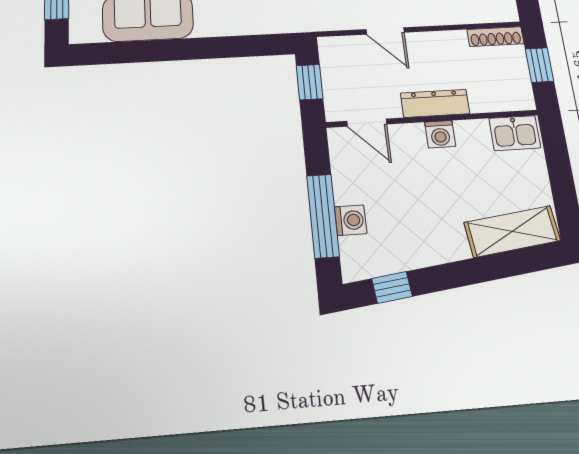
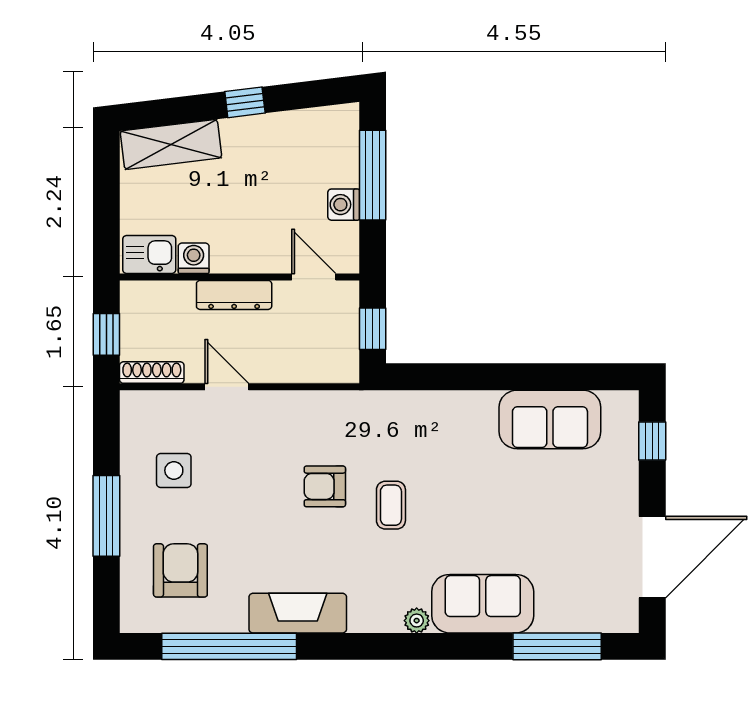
door: (385, 31) -> (227, 387), moved
washing machine: (440, 134) -> (194, 258), moved
washing machine: (351, 220) -> (344, 205), moved
window: (392, 287) -> (245, 102), moved

